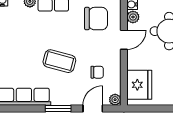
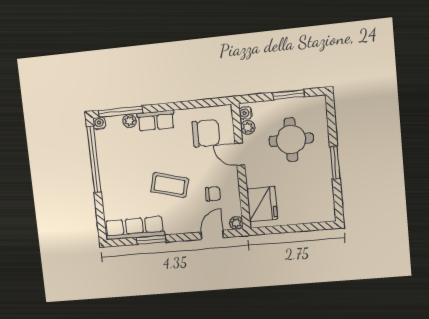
door: (124, 40) -> (240, 154), swing flipped
window: (58, 108) -> (151, 240), moved

